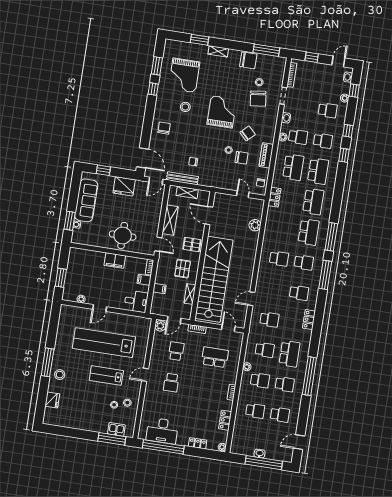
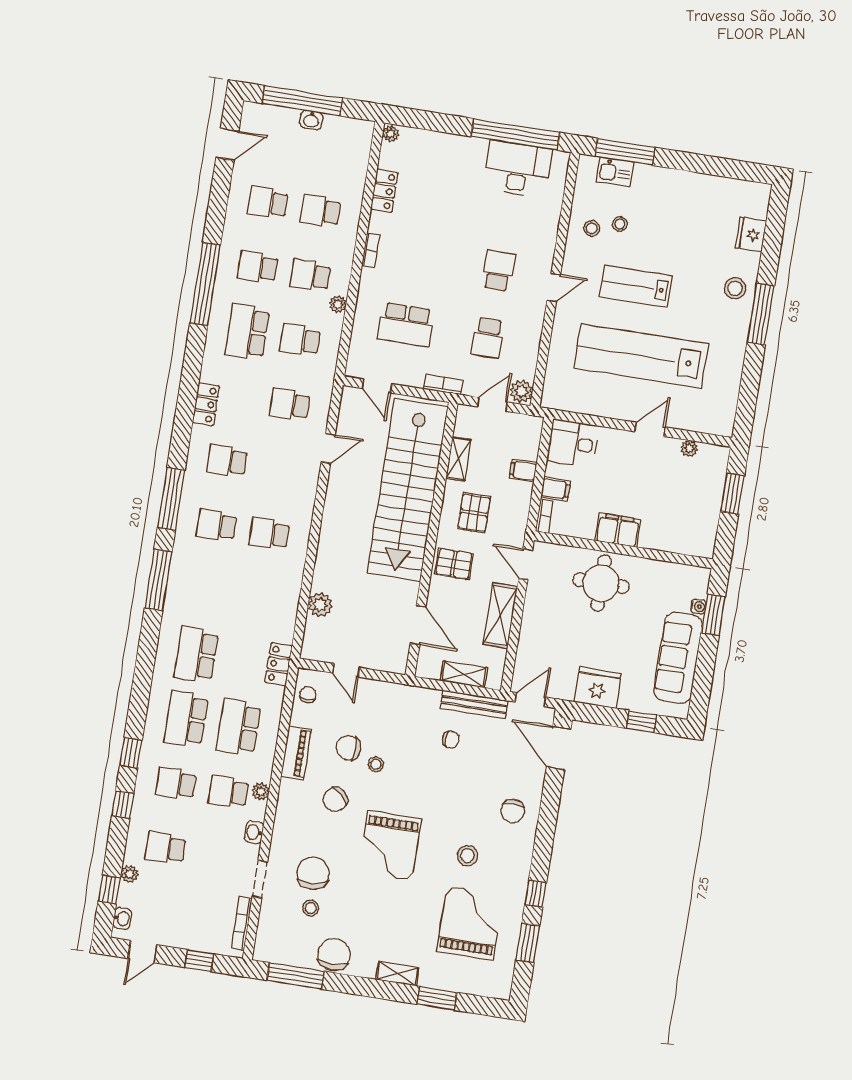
chair: (248, 60) -> (334, 954), turned 90
school desk: (309, 232) -> (206, 590), removed
lab bench: (104, 343) -> (641, 356), turned 180
lab bench: (106, 375) -> (636, 286), turned 180
locker: (198, 443) -> (443, 142), removed

